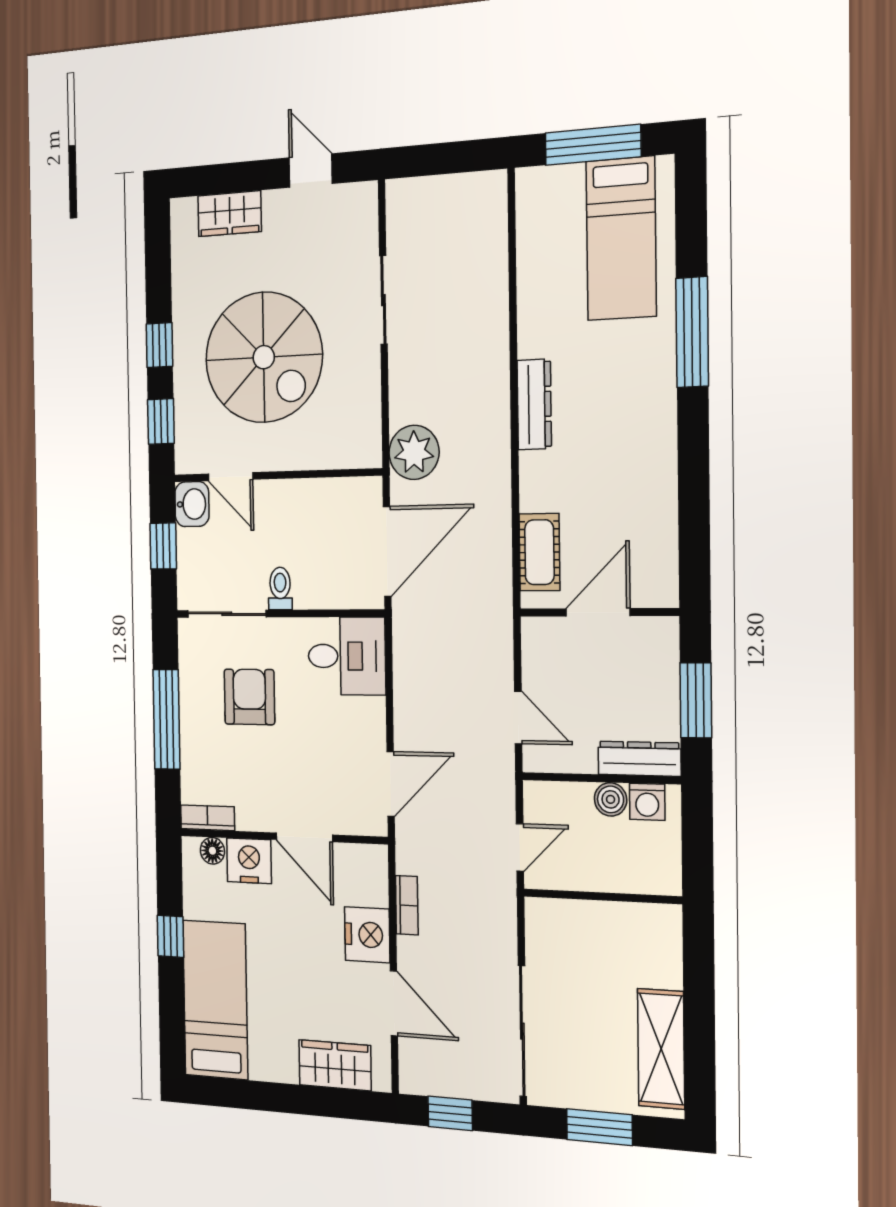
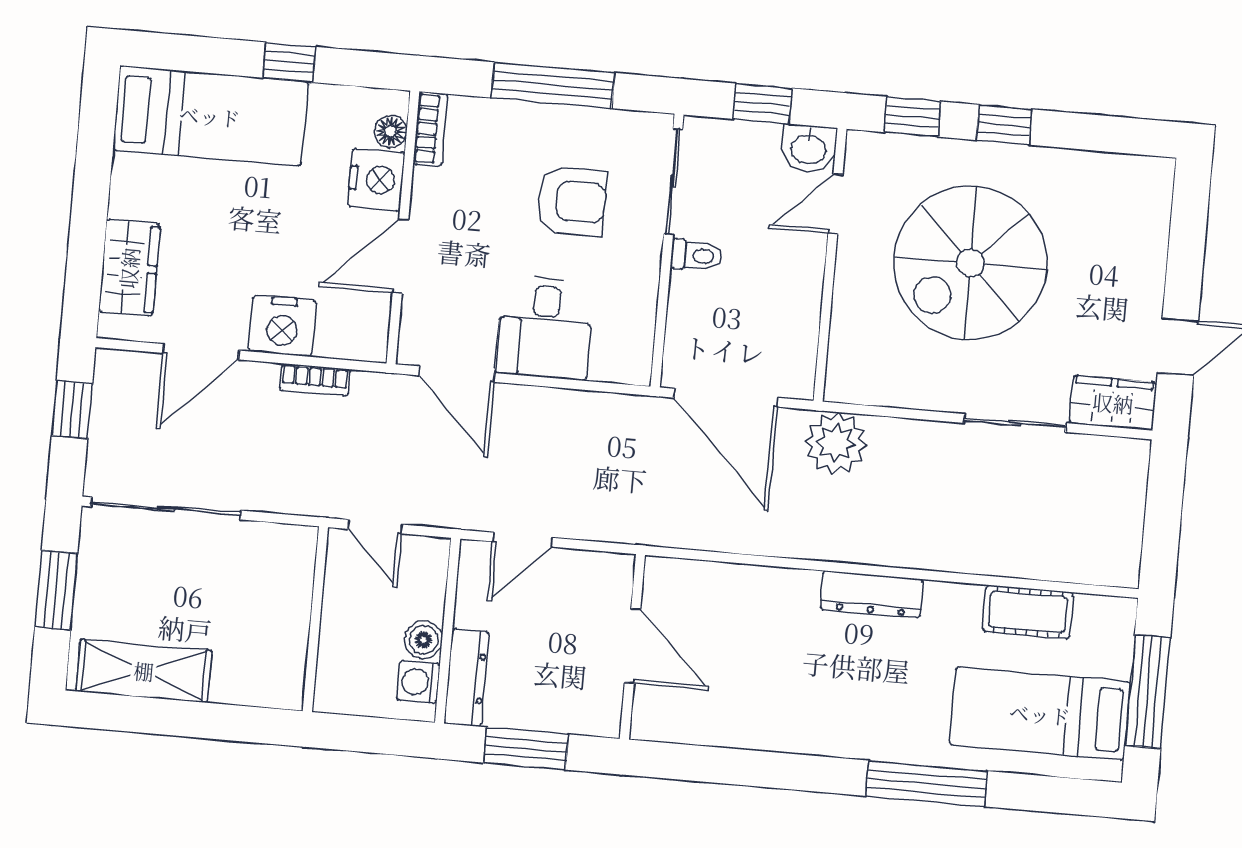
wardrobe: (230, 214) -> (1113, 403), moved, turned 90
cot: (539, 552) -> (1028, 612), moved
desk: (347, 656) -> (545, 328), moved

